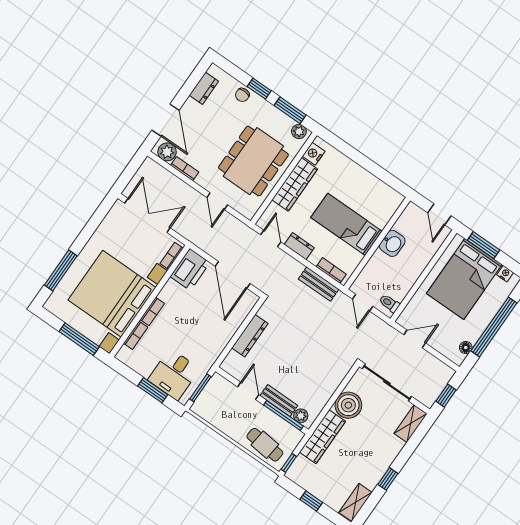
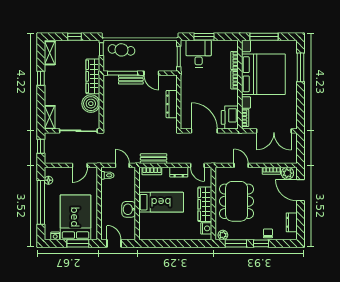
plant: (301, 416) -> (113, 80), removed

